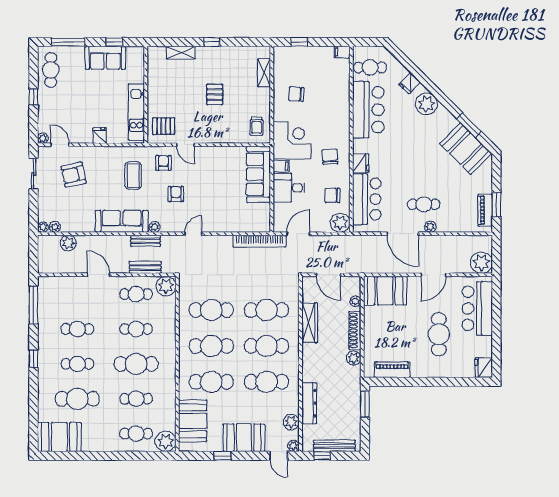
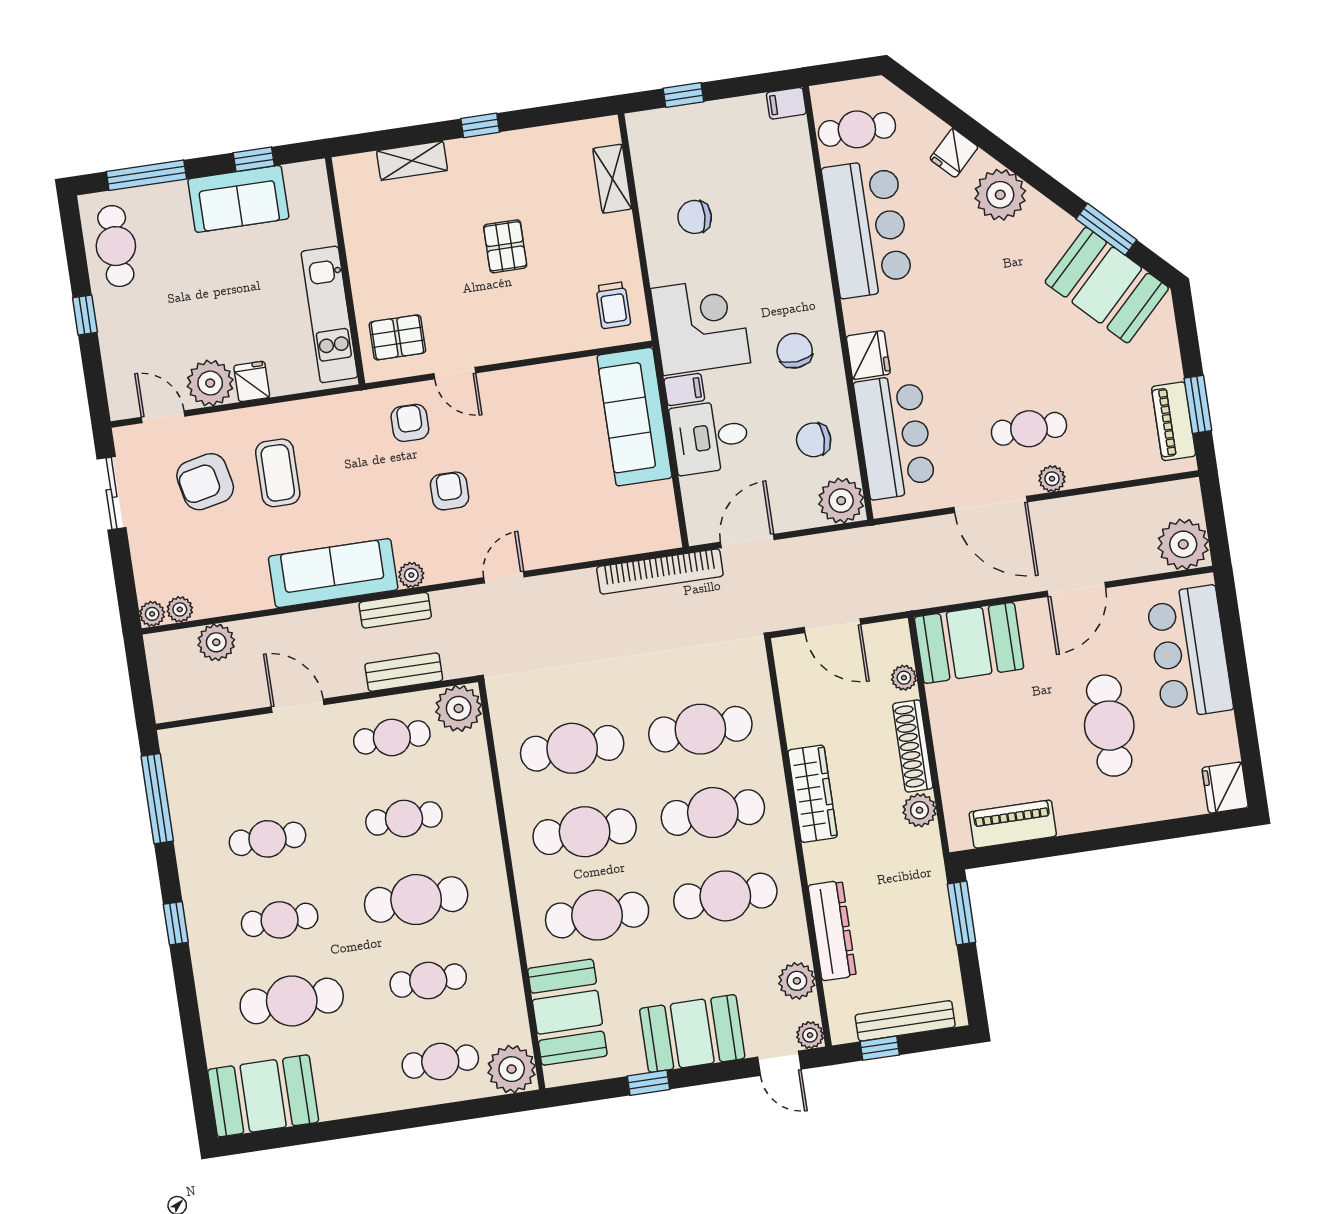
plant: (43, 138) -> (210, 383), moved, width x1.88, depth x1.88
coffee table: (133, 175) -> (278, 473), moved
wardrobe: (310, 323) -> (812, 794), moved

